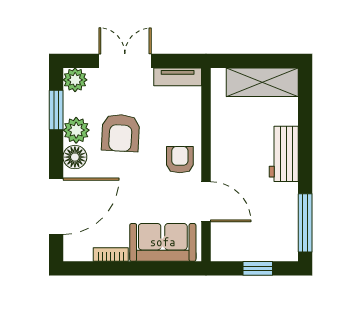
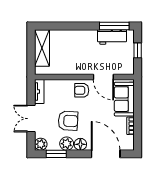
workbench: (284, 154) -> (112, 37), moved
door: (206, 202) -> (103, 77), swing flipped

